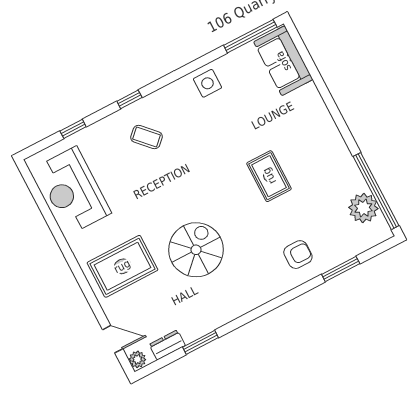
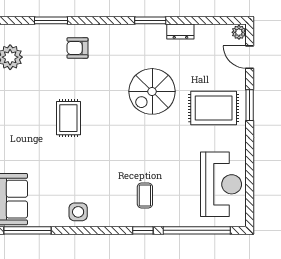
window: (73, 129) -> (197, 230), width x3.17
coffee table: (147, 137) -> (145, 195), turned 44
window: (86, 289) -> (250, 105), added
window: (200, 342) -> (150, 20), moved
dresser: (167, 345) -> (180, 31), moved

